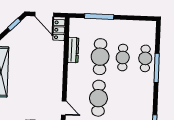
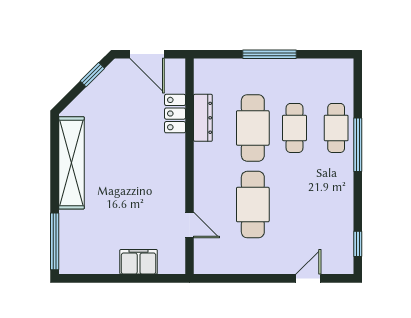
window: (99, 17) -> (269, 54), moved
locker: (59, 30) -> (175, 114), moved

